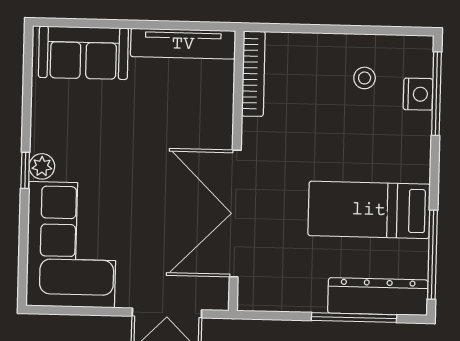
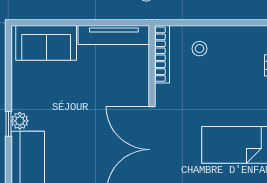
stool: (365, 78) -> (200, 49), moved

